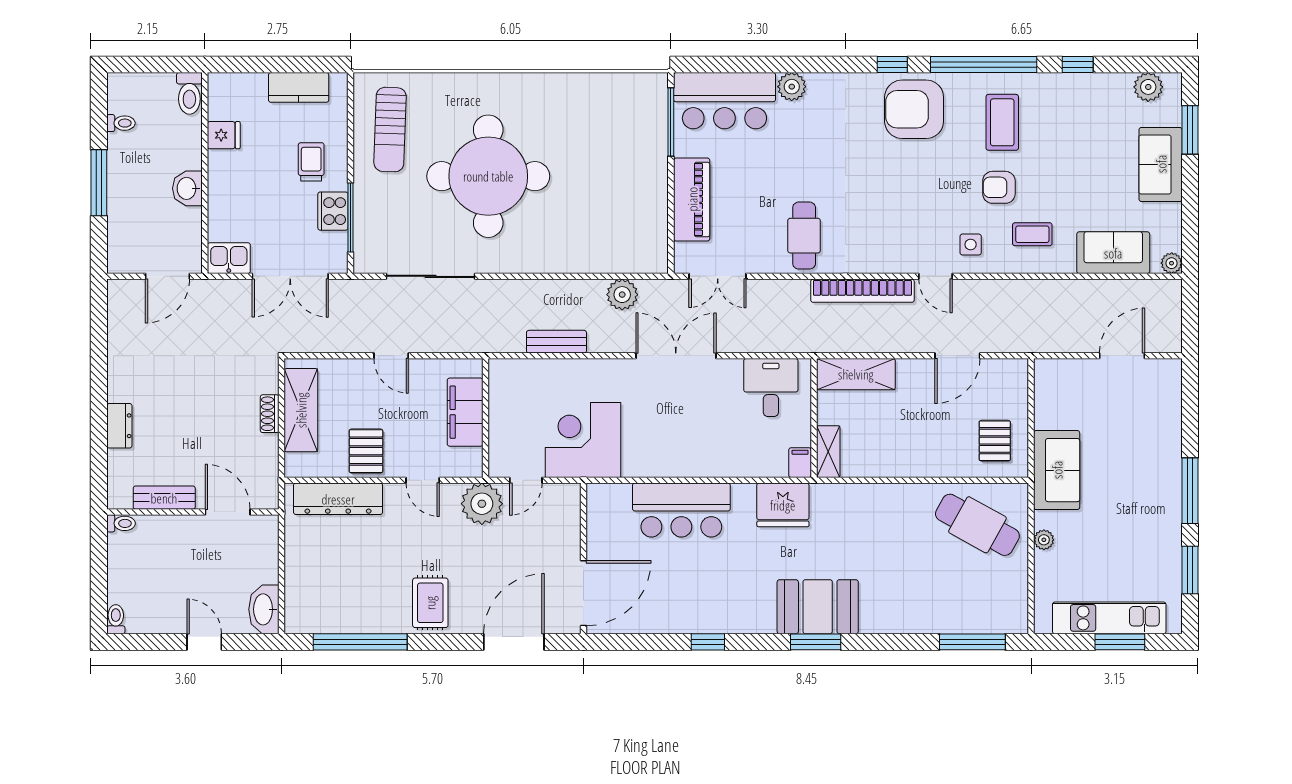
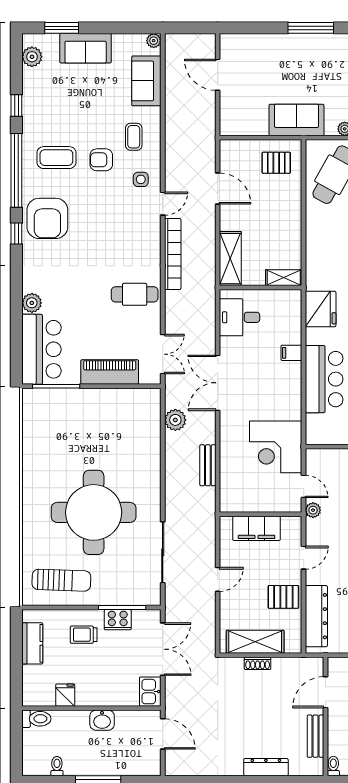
armchair: (999, 187) -> (101, 160), turned 90
dresser: (119, 426) -> (266, 767), width x1.44
filing cabinet: (800, 463) -> (291, 353), moved
plant: (482, 504) -> (313, 510), width x0.53, depth x0.53

